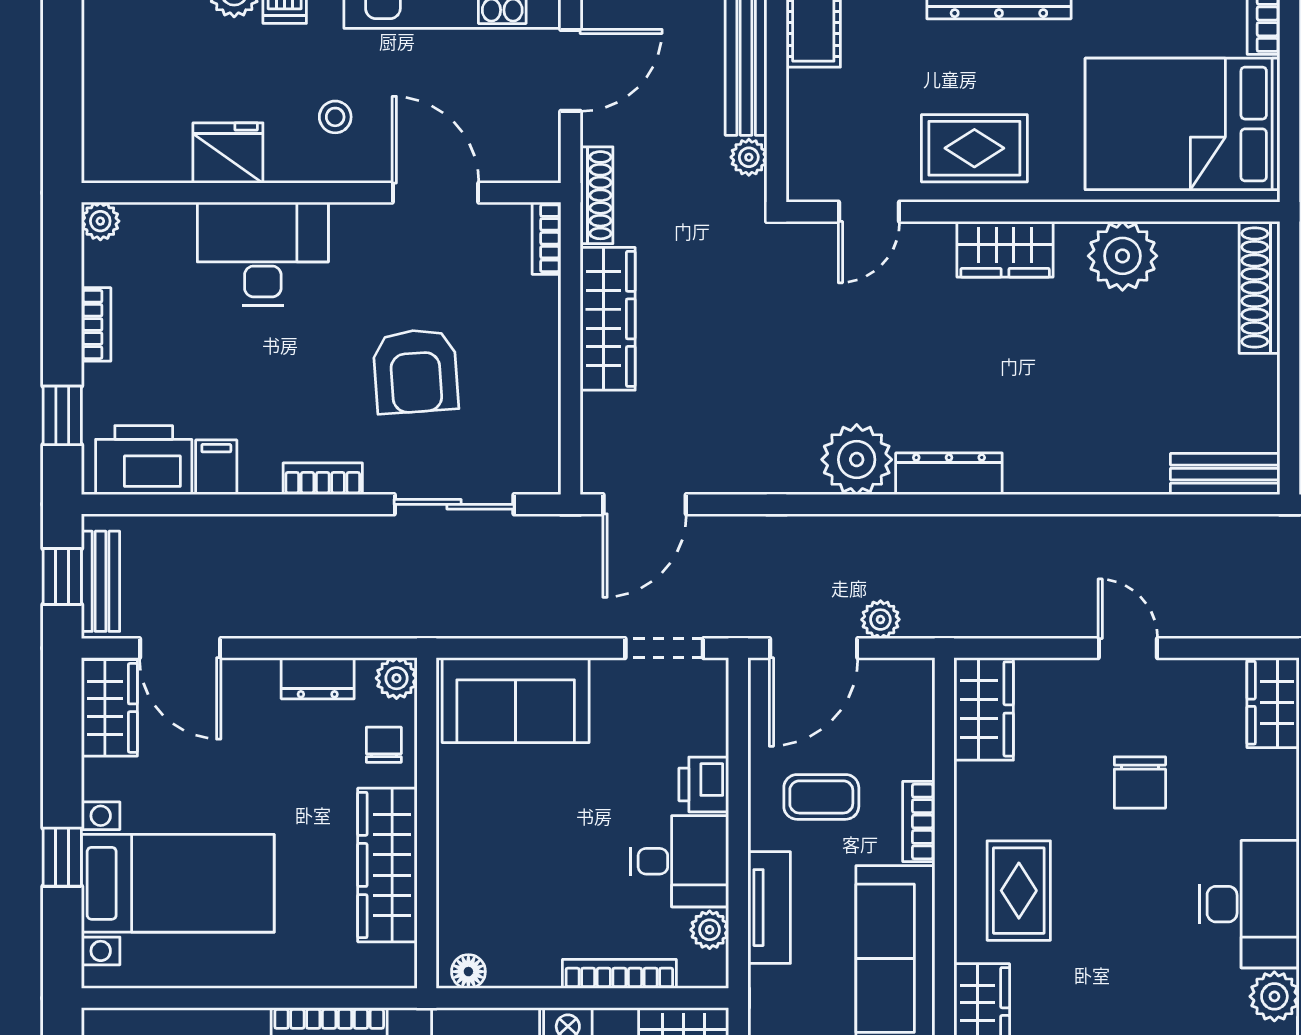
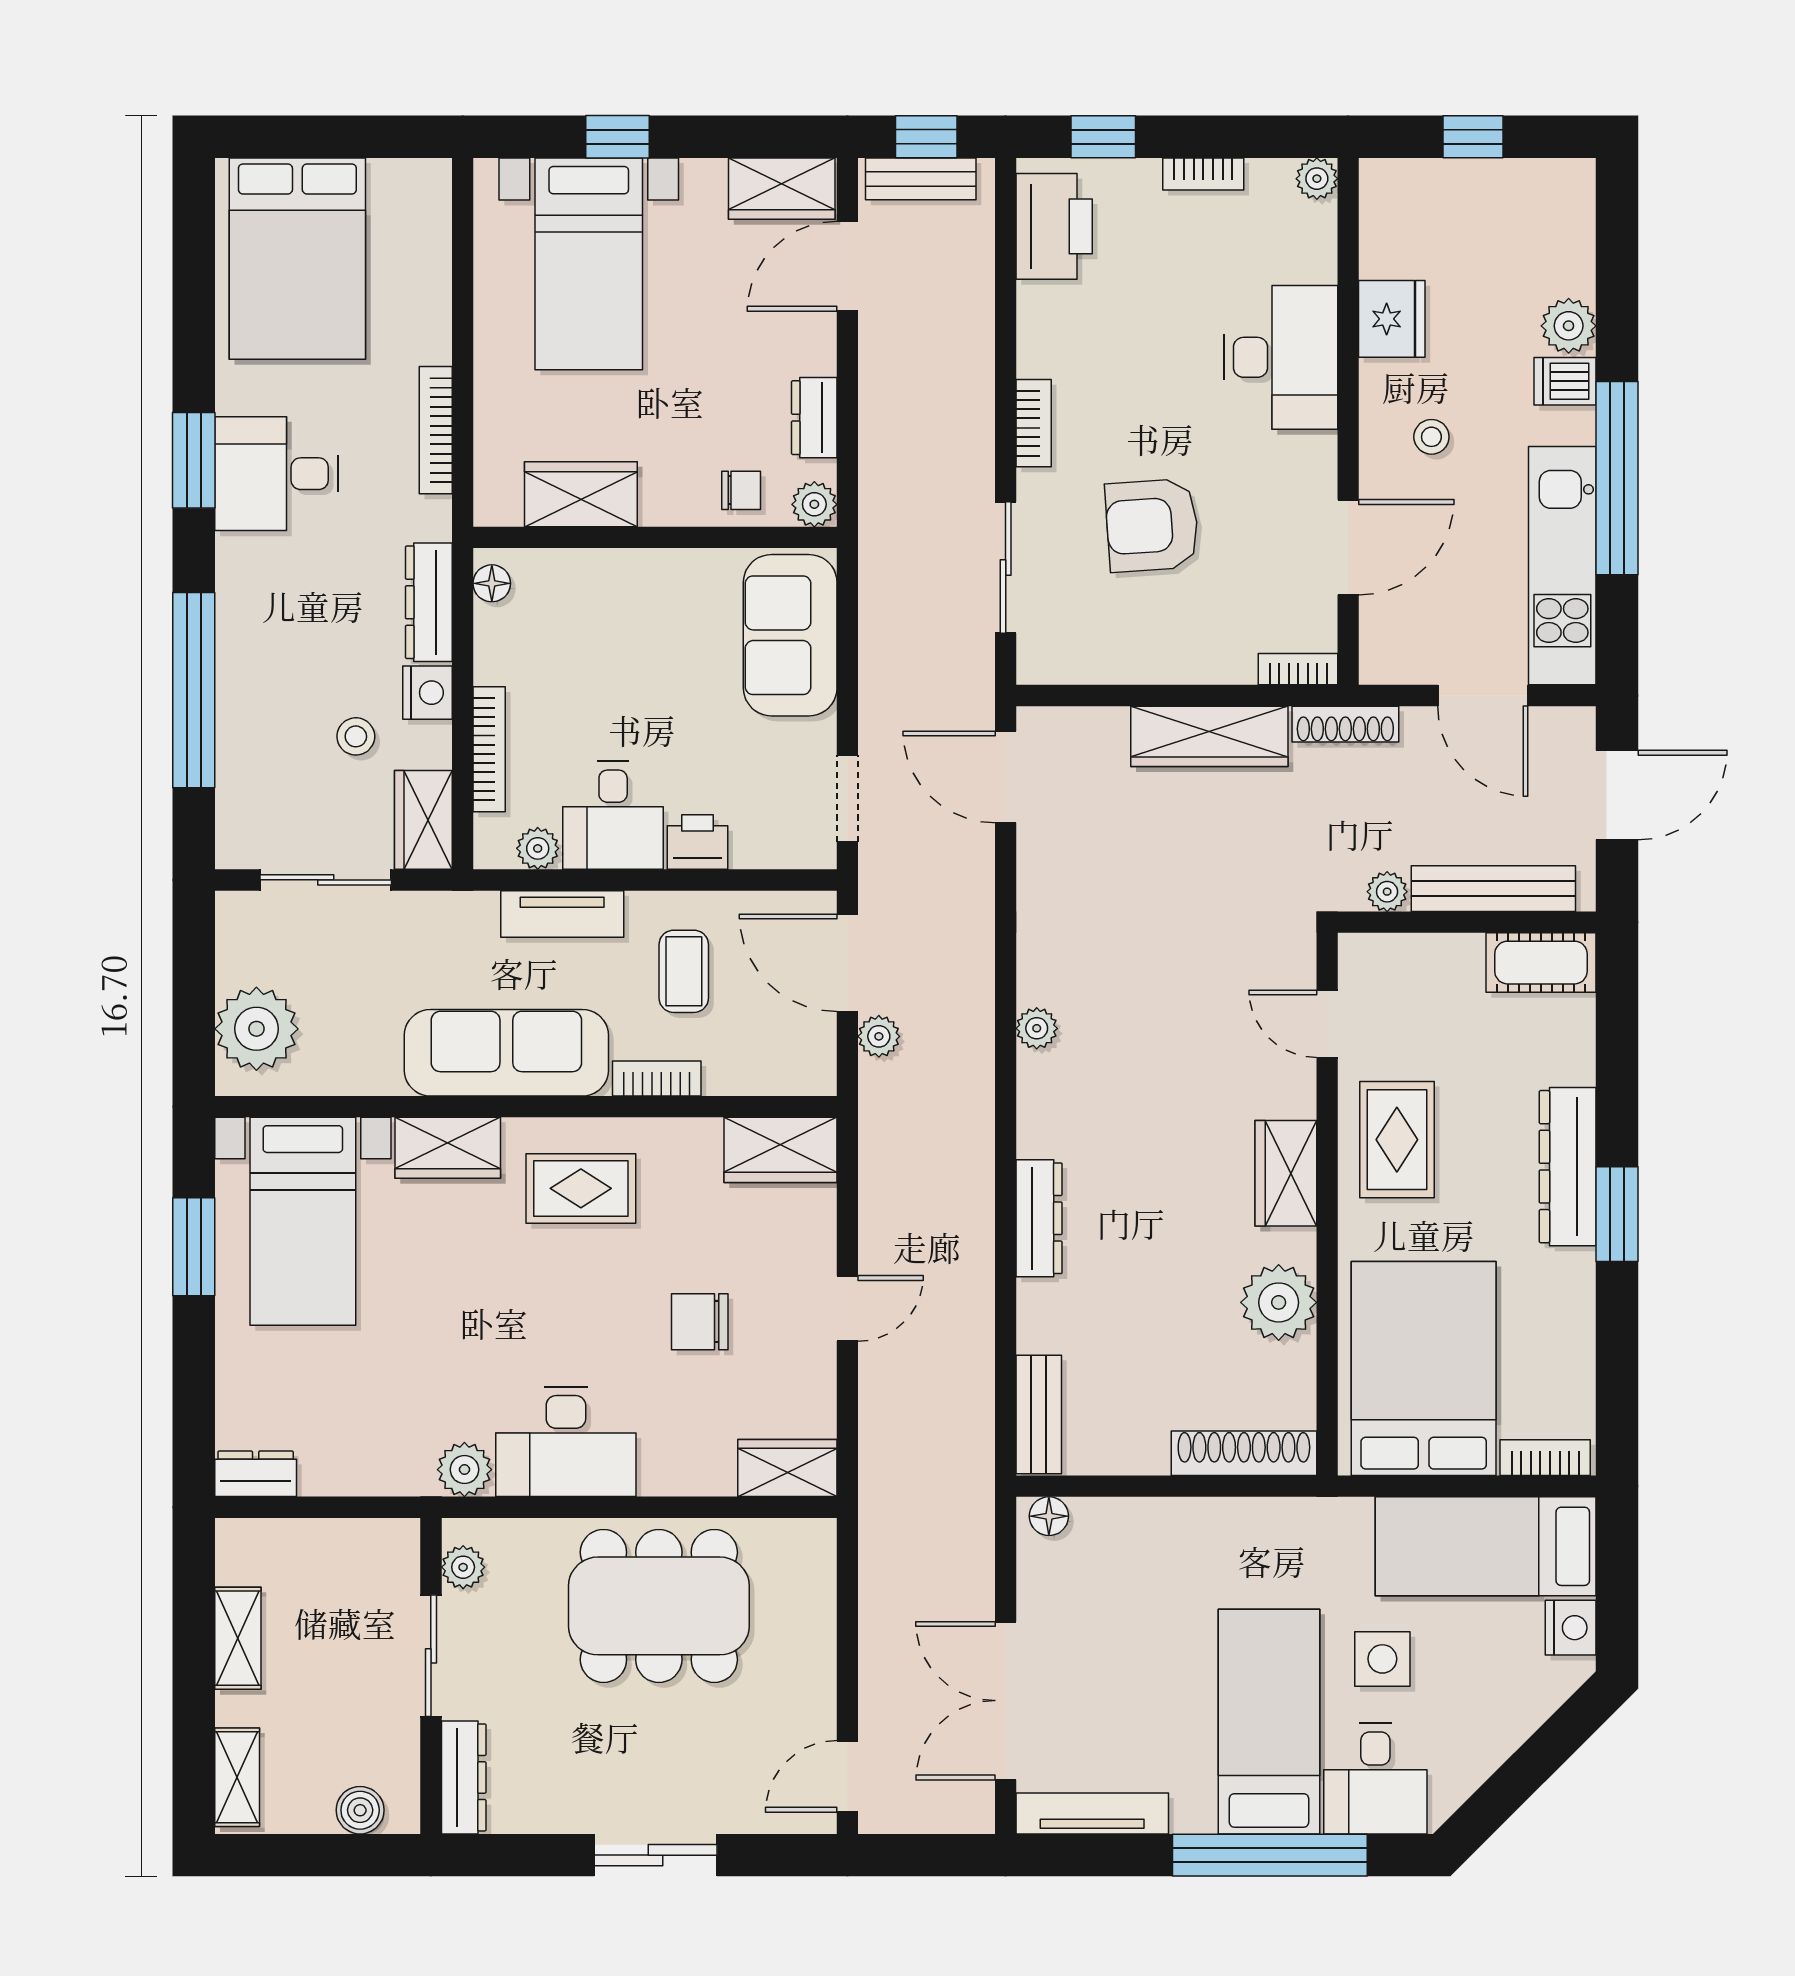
window: (62, 79) -> (1473, 137), added
plant: (857, 460) -> (1037, 1028), width x0.53, depth x0.53
filing cabinet: (216, 467) -> (1046, 306), removed
dresser: (949, 474) -> (1039, 1218), moved
wardrobe: (387, 865) -> (581, 494), width x0.67

